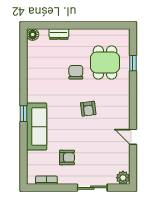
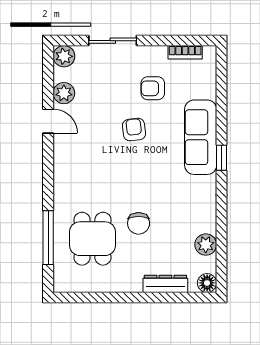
dresser: (59, 34) -> (165, 284), width x1.44
plant: (33, 59) -> (206, 245), added
window: (133, 63) -> (48, 238), width x2.17
armchair: (88, 109) -> (134, 130), moved
plant: (123, 154) -> (64, 93), added

